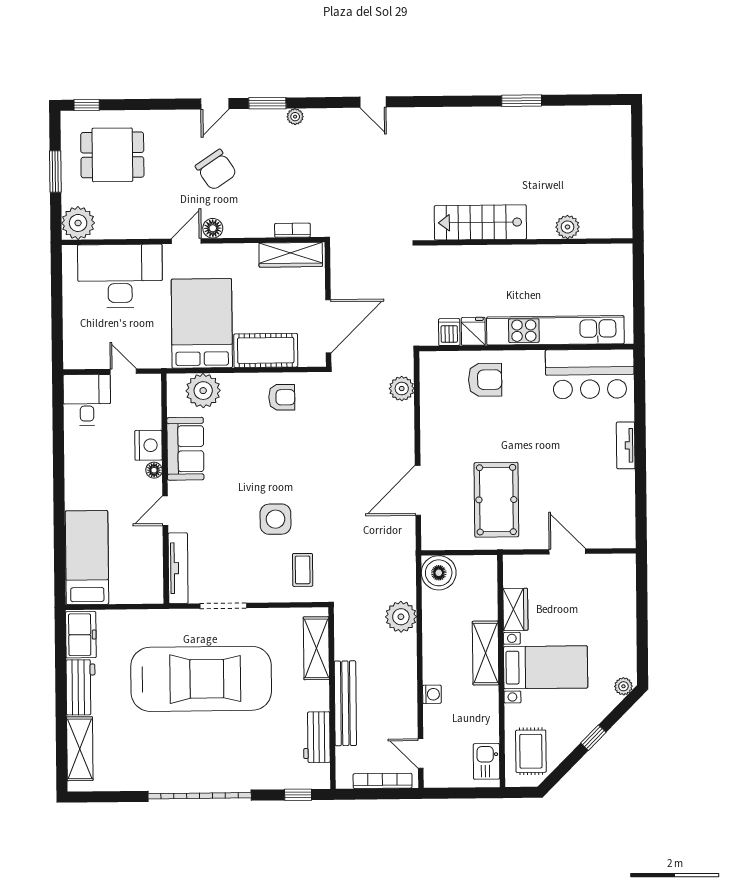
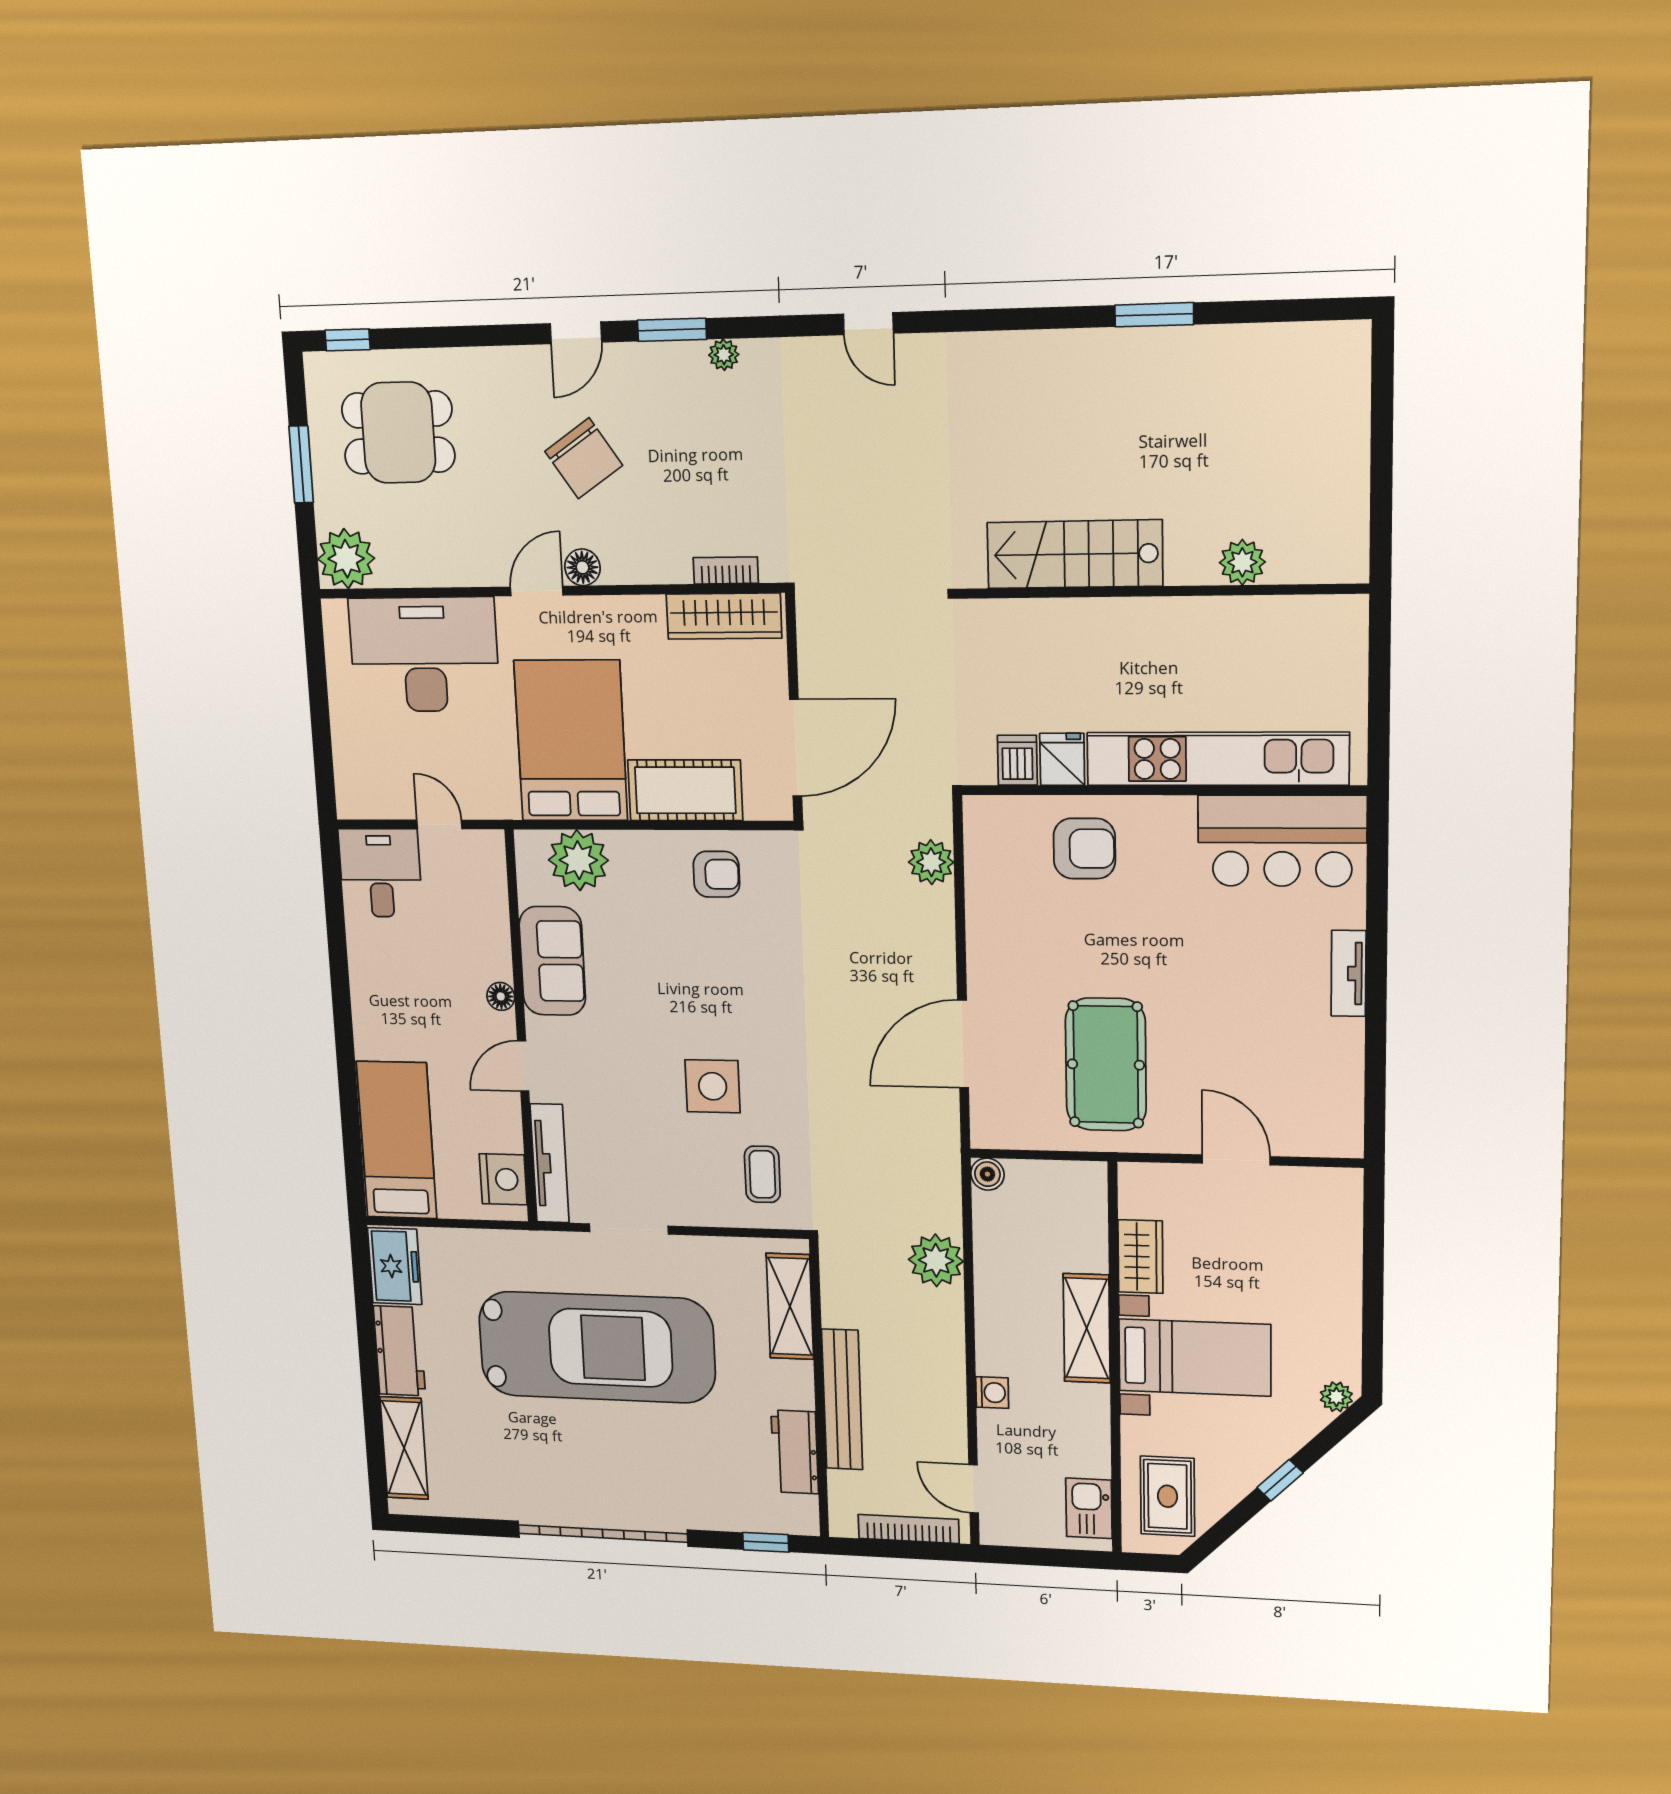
nightstand: (148, 445) -> (503, 1179), moved
boiler: (439, 573) -> (987, 1174), width x0.54, depth x0.54

